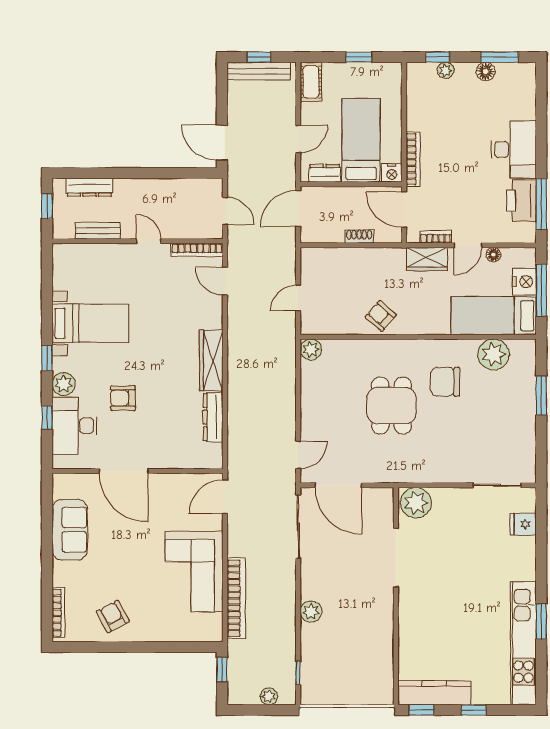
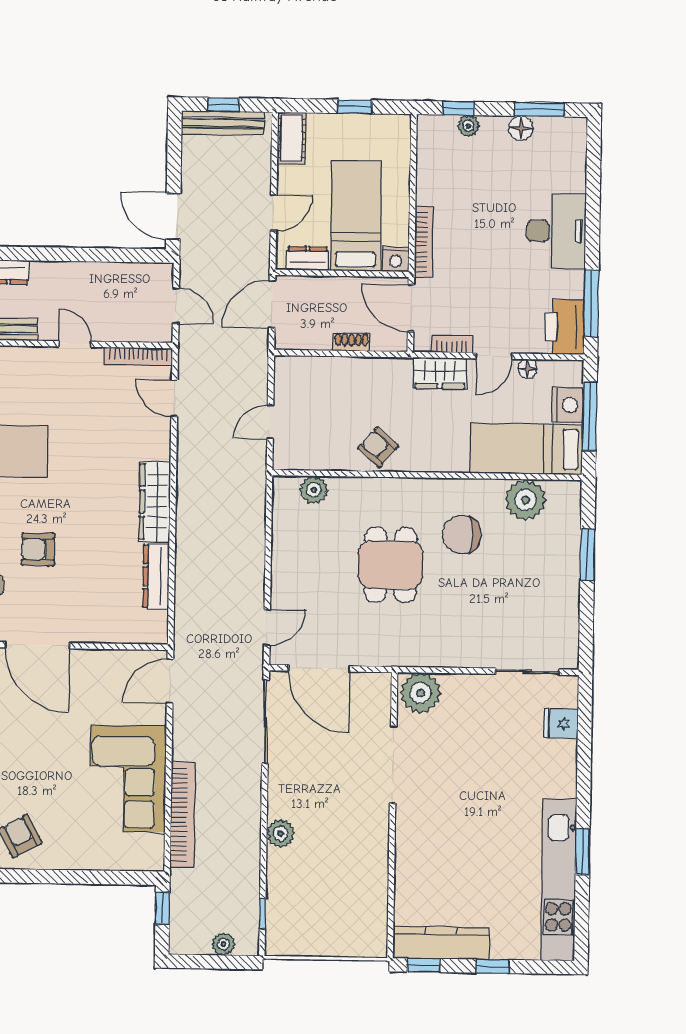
printer: (521, 201) -> (565, 327), moved
plant: (311, 349) -> (314, 490), moved

